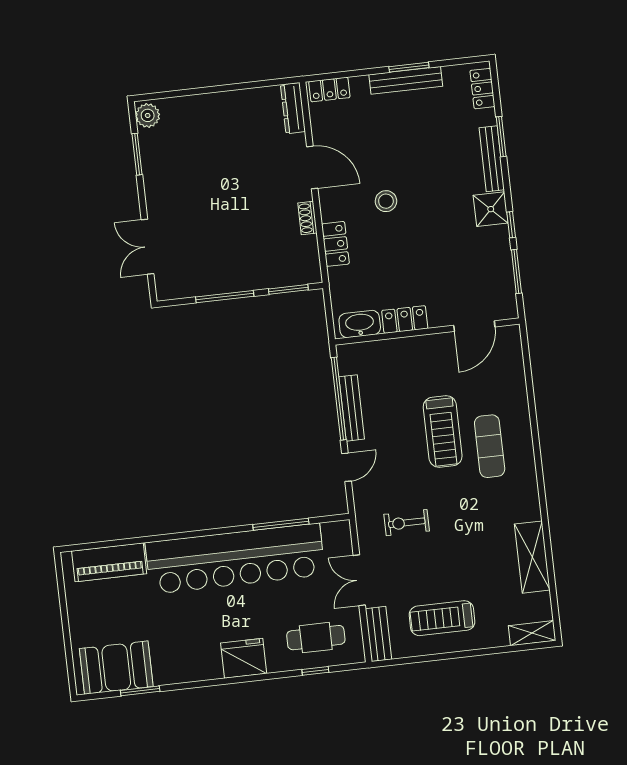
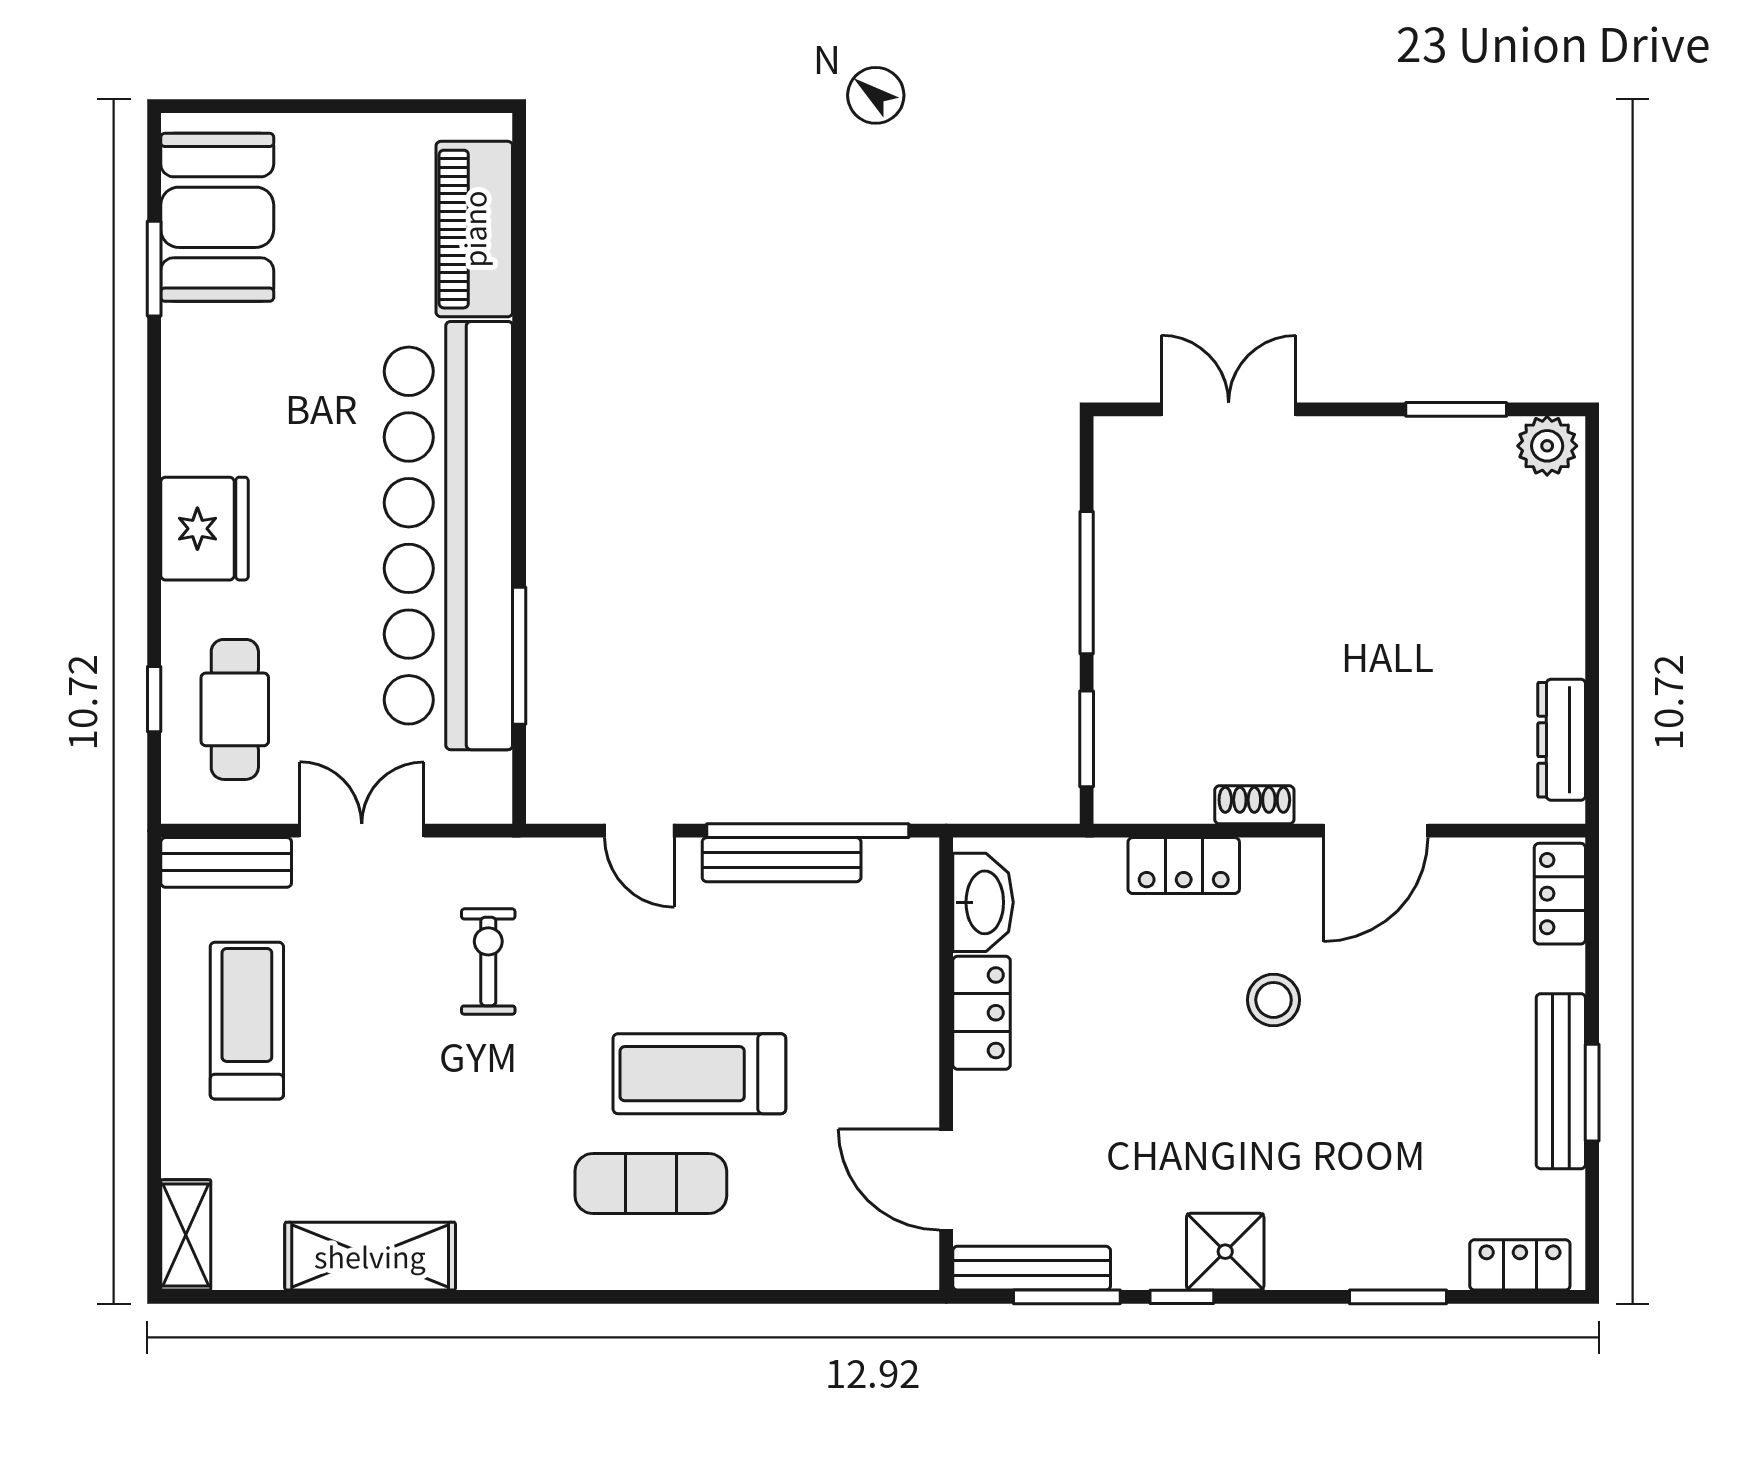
dresser: (293, 108) -> (1562, 740), moved, turned -90
bench: (492, 159) -> (1032, 1268), moved

